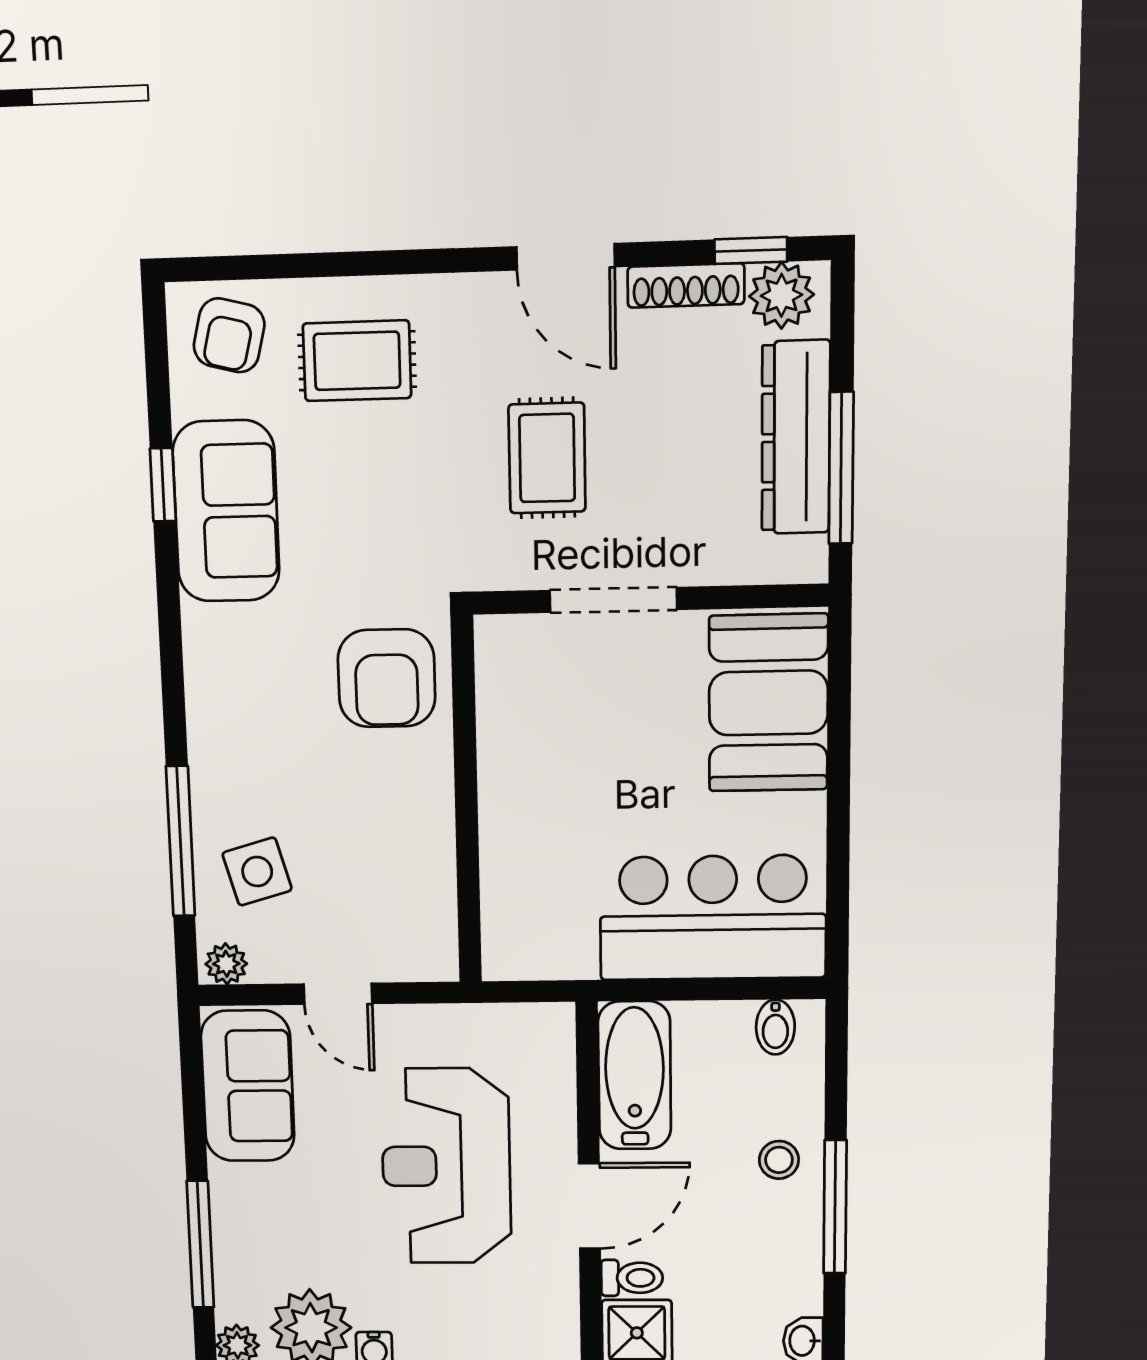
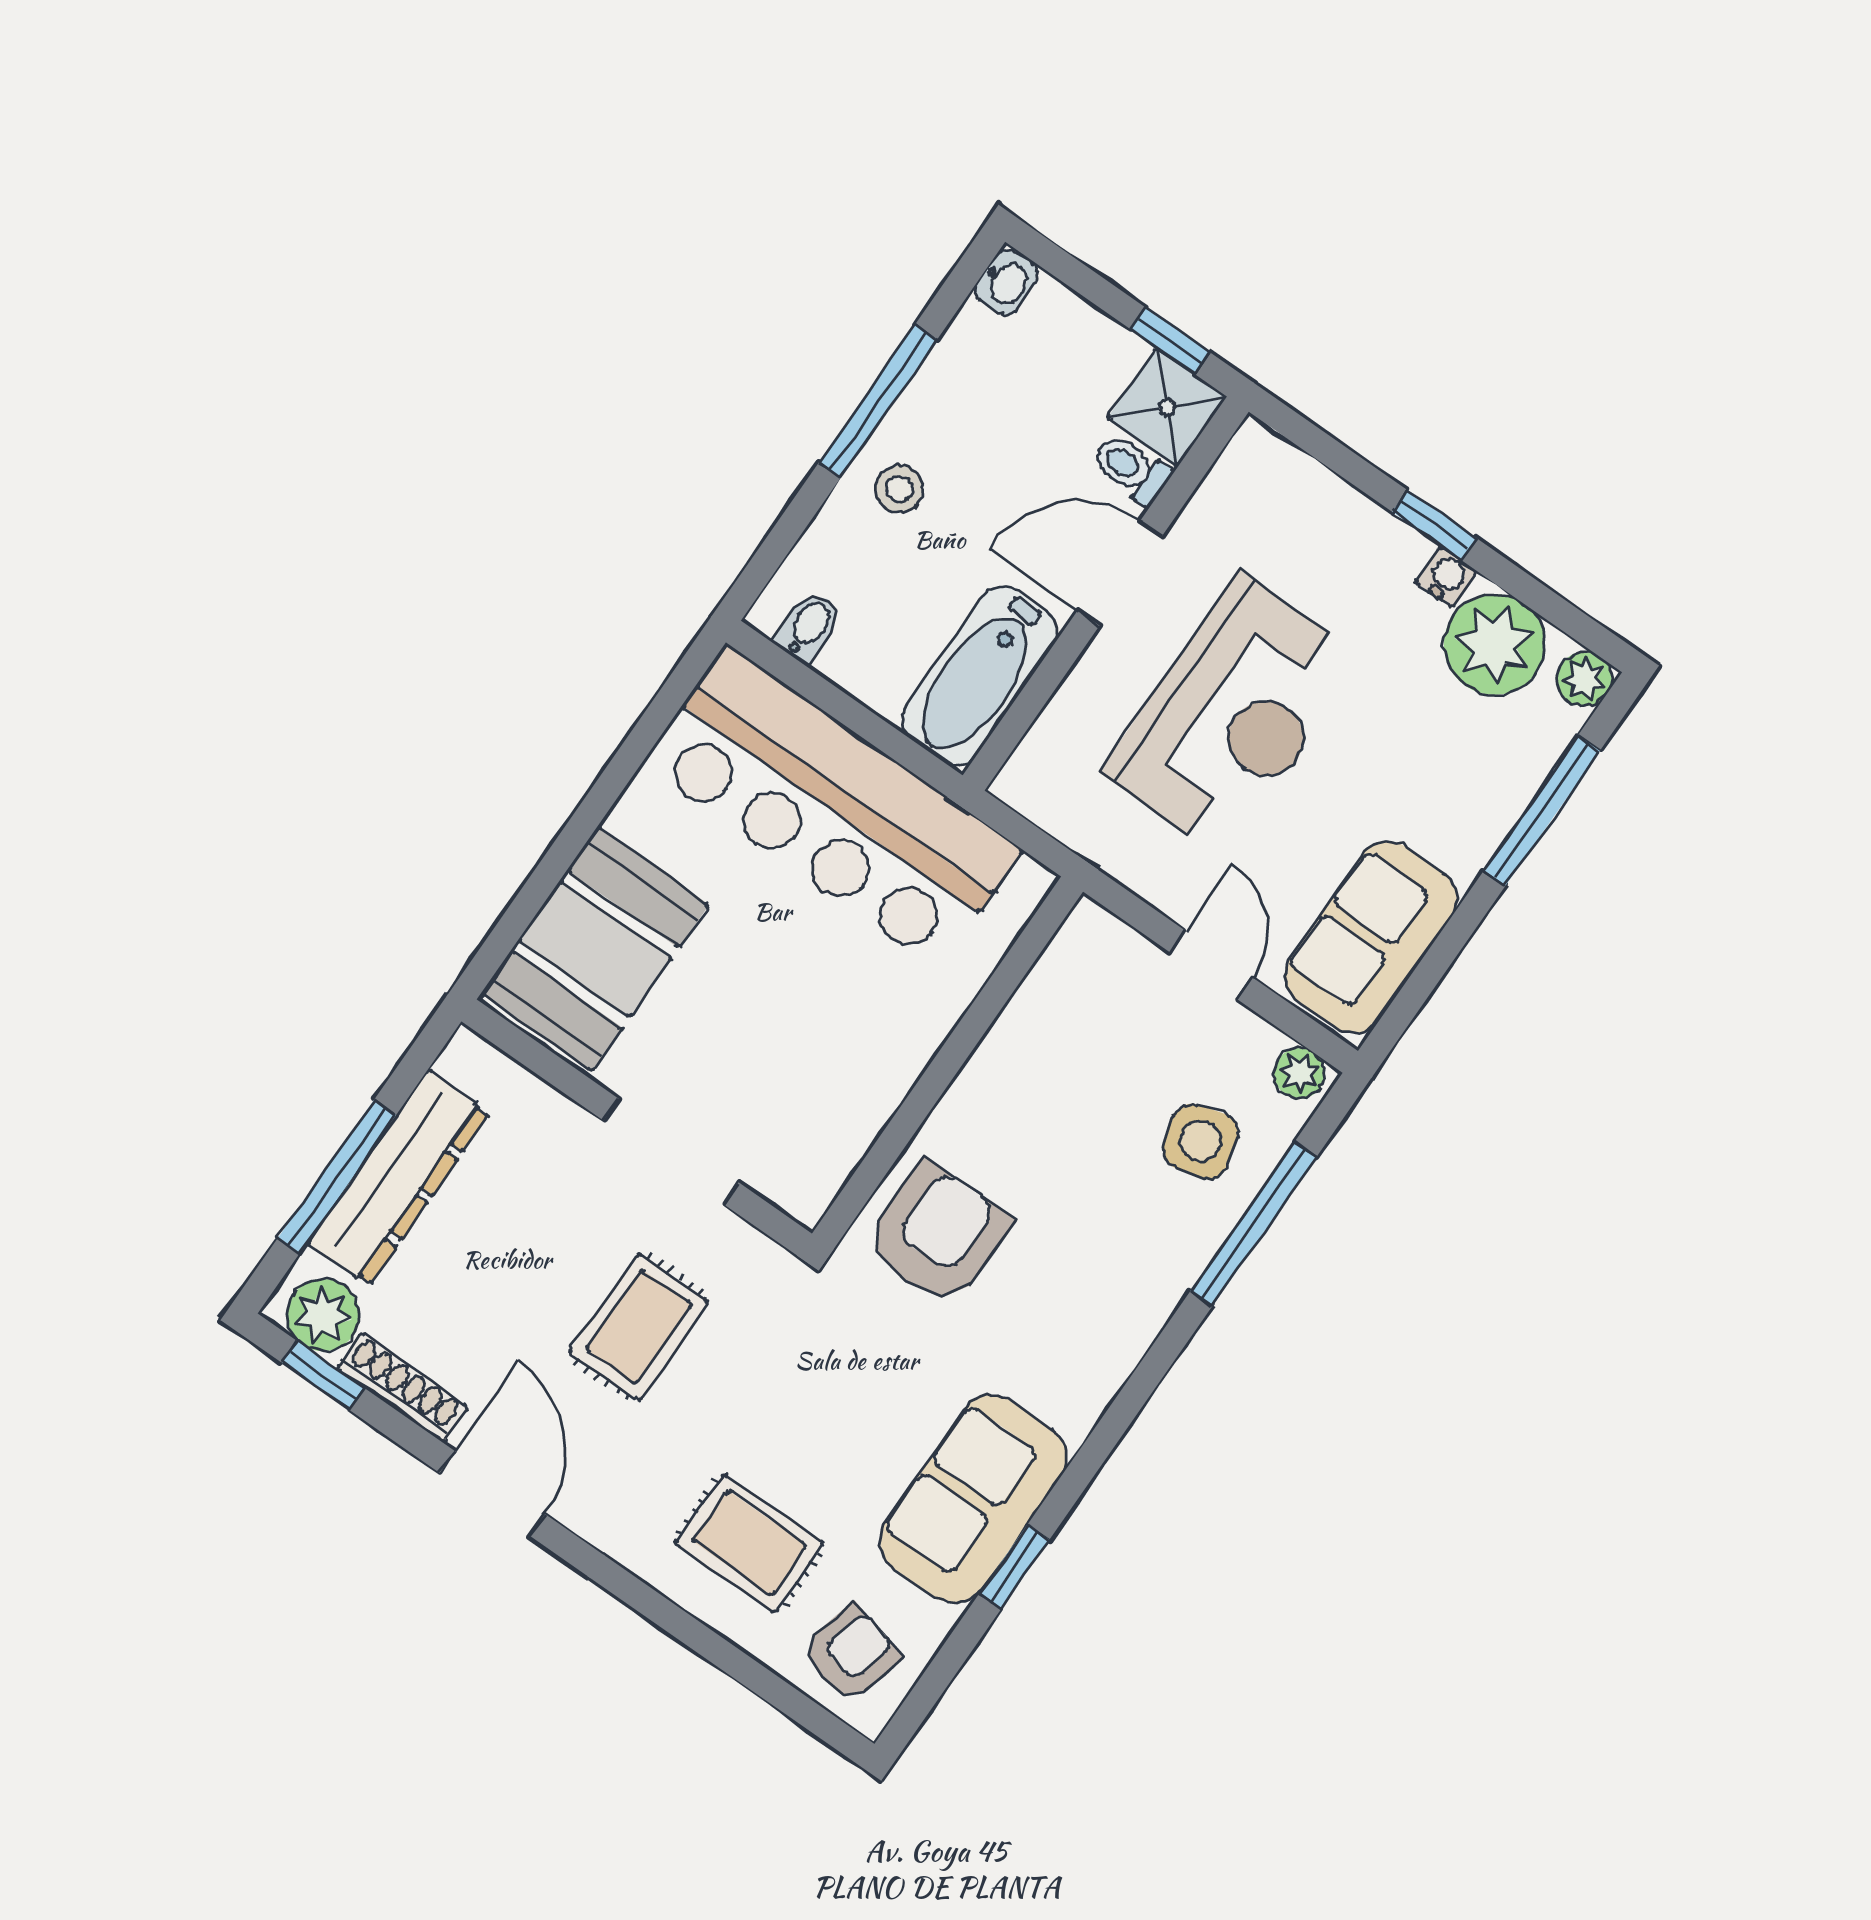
window: (841, 468) -> (337, 1177), moved
bar counter: (713, 918) -> (832, 807), width x1.36

